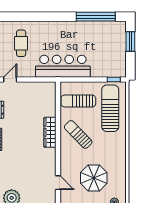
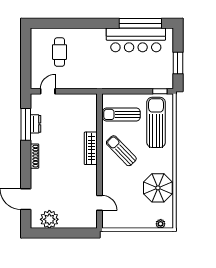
window: (130, 42) -> (178, 63), moved
bar counter: (63, 66) -> (136, 40), moved, turned 180
parasol: (94, 178) -> (158, 188), moved

